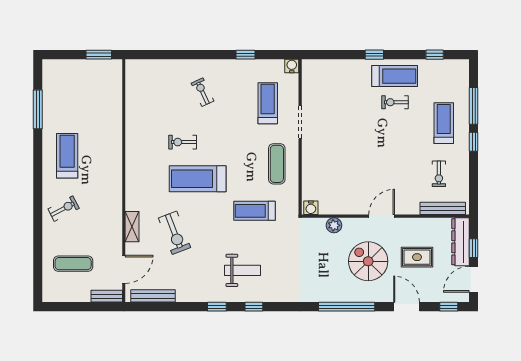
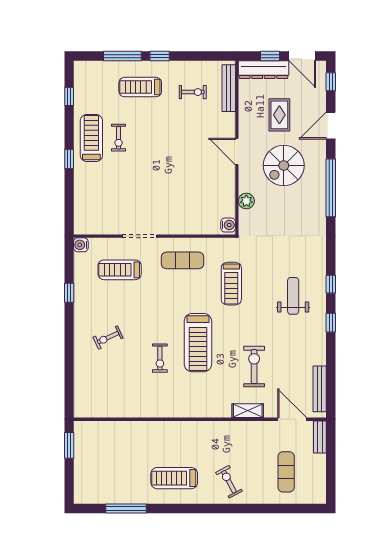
exercise bike: (174, 233) -> (254, 367), turned -69

